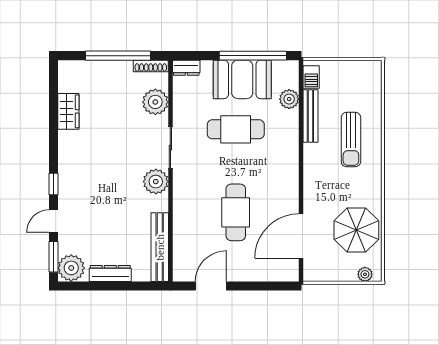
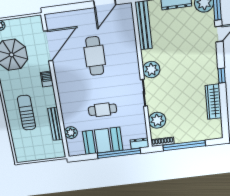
window: (253, 56) -> (119, 153), moved
barbecue: (311, 77) -> (47, 79), moved
wardrobe: (68, 111) -> (213, 102), width x1.50
cafe table: (236, 129) -> (102, 110), width x0.73, depth x0.74
window: (53, 184) -> (222, 76), moved

